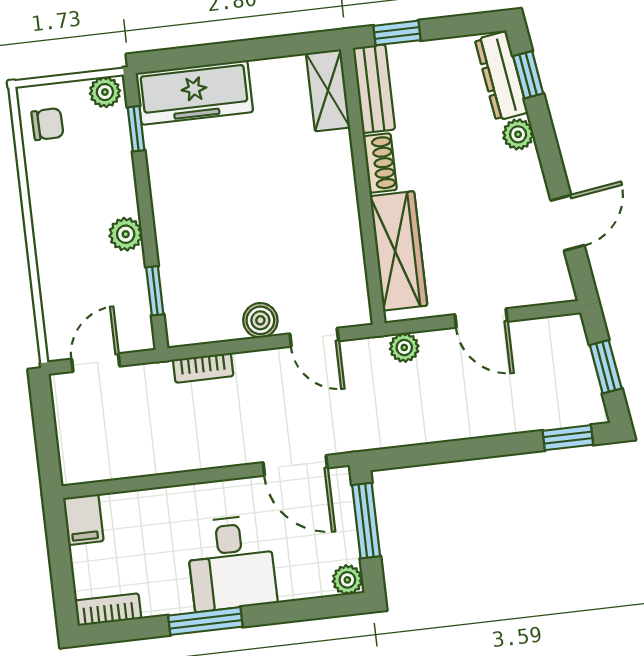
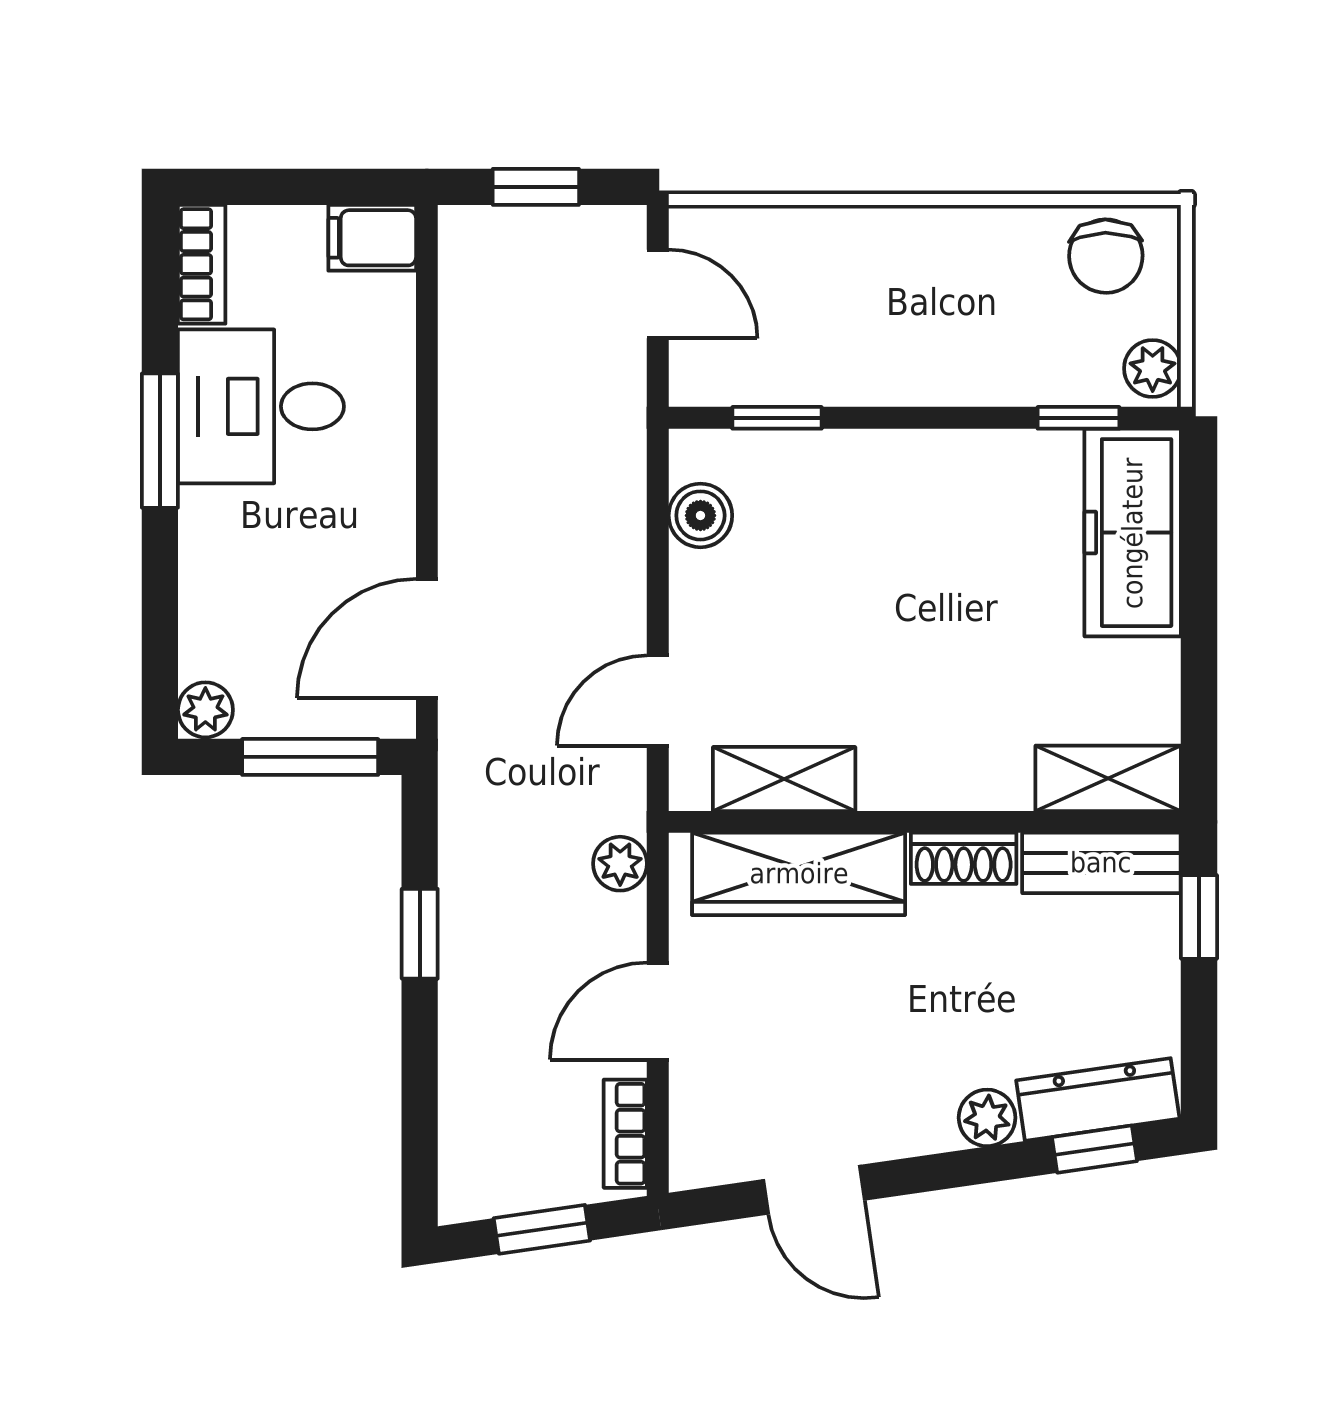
chair: (47, 124) -> (1106, 256), width x1.37, depth x1.37
plant: (126, 234) -> (887, 376), removed
shelving: (349, 265) -> (784, 779), added
boiler: (260, 320) -> (700, 515), moved
bookcase: (203, 368) -> (625, 1134), moved
window: (46, 435) -> (536, 187), added
window: (568, 438) -> (420, 934), moved
desk: (231, 563) -> (261, 406), moved

